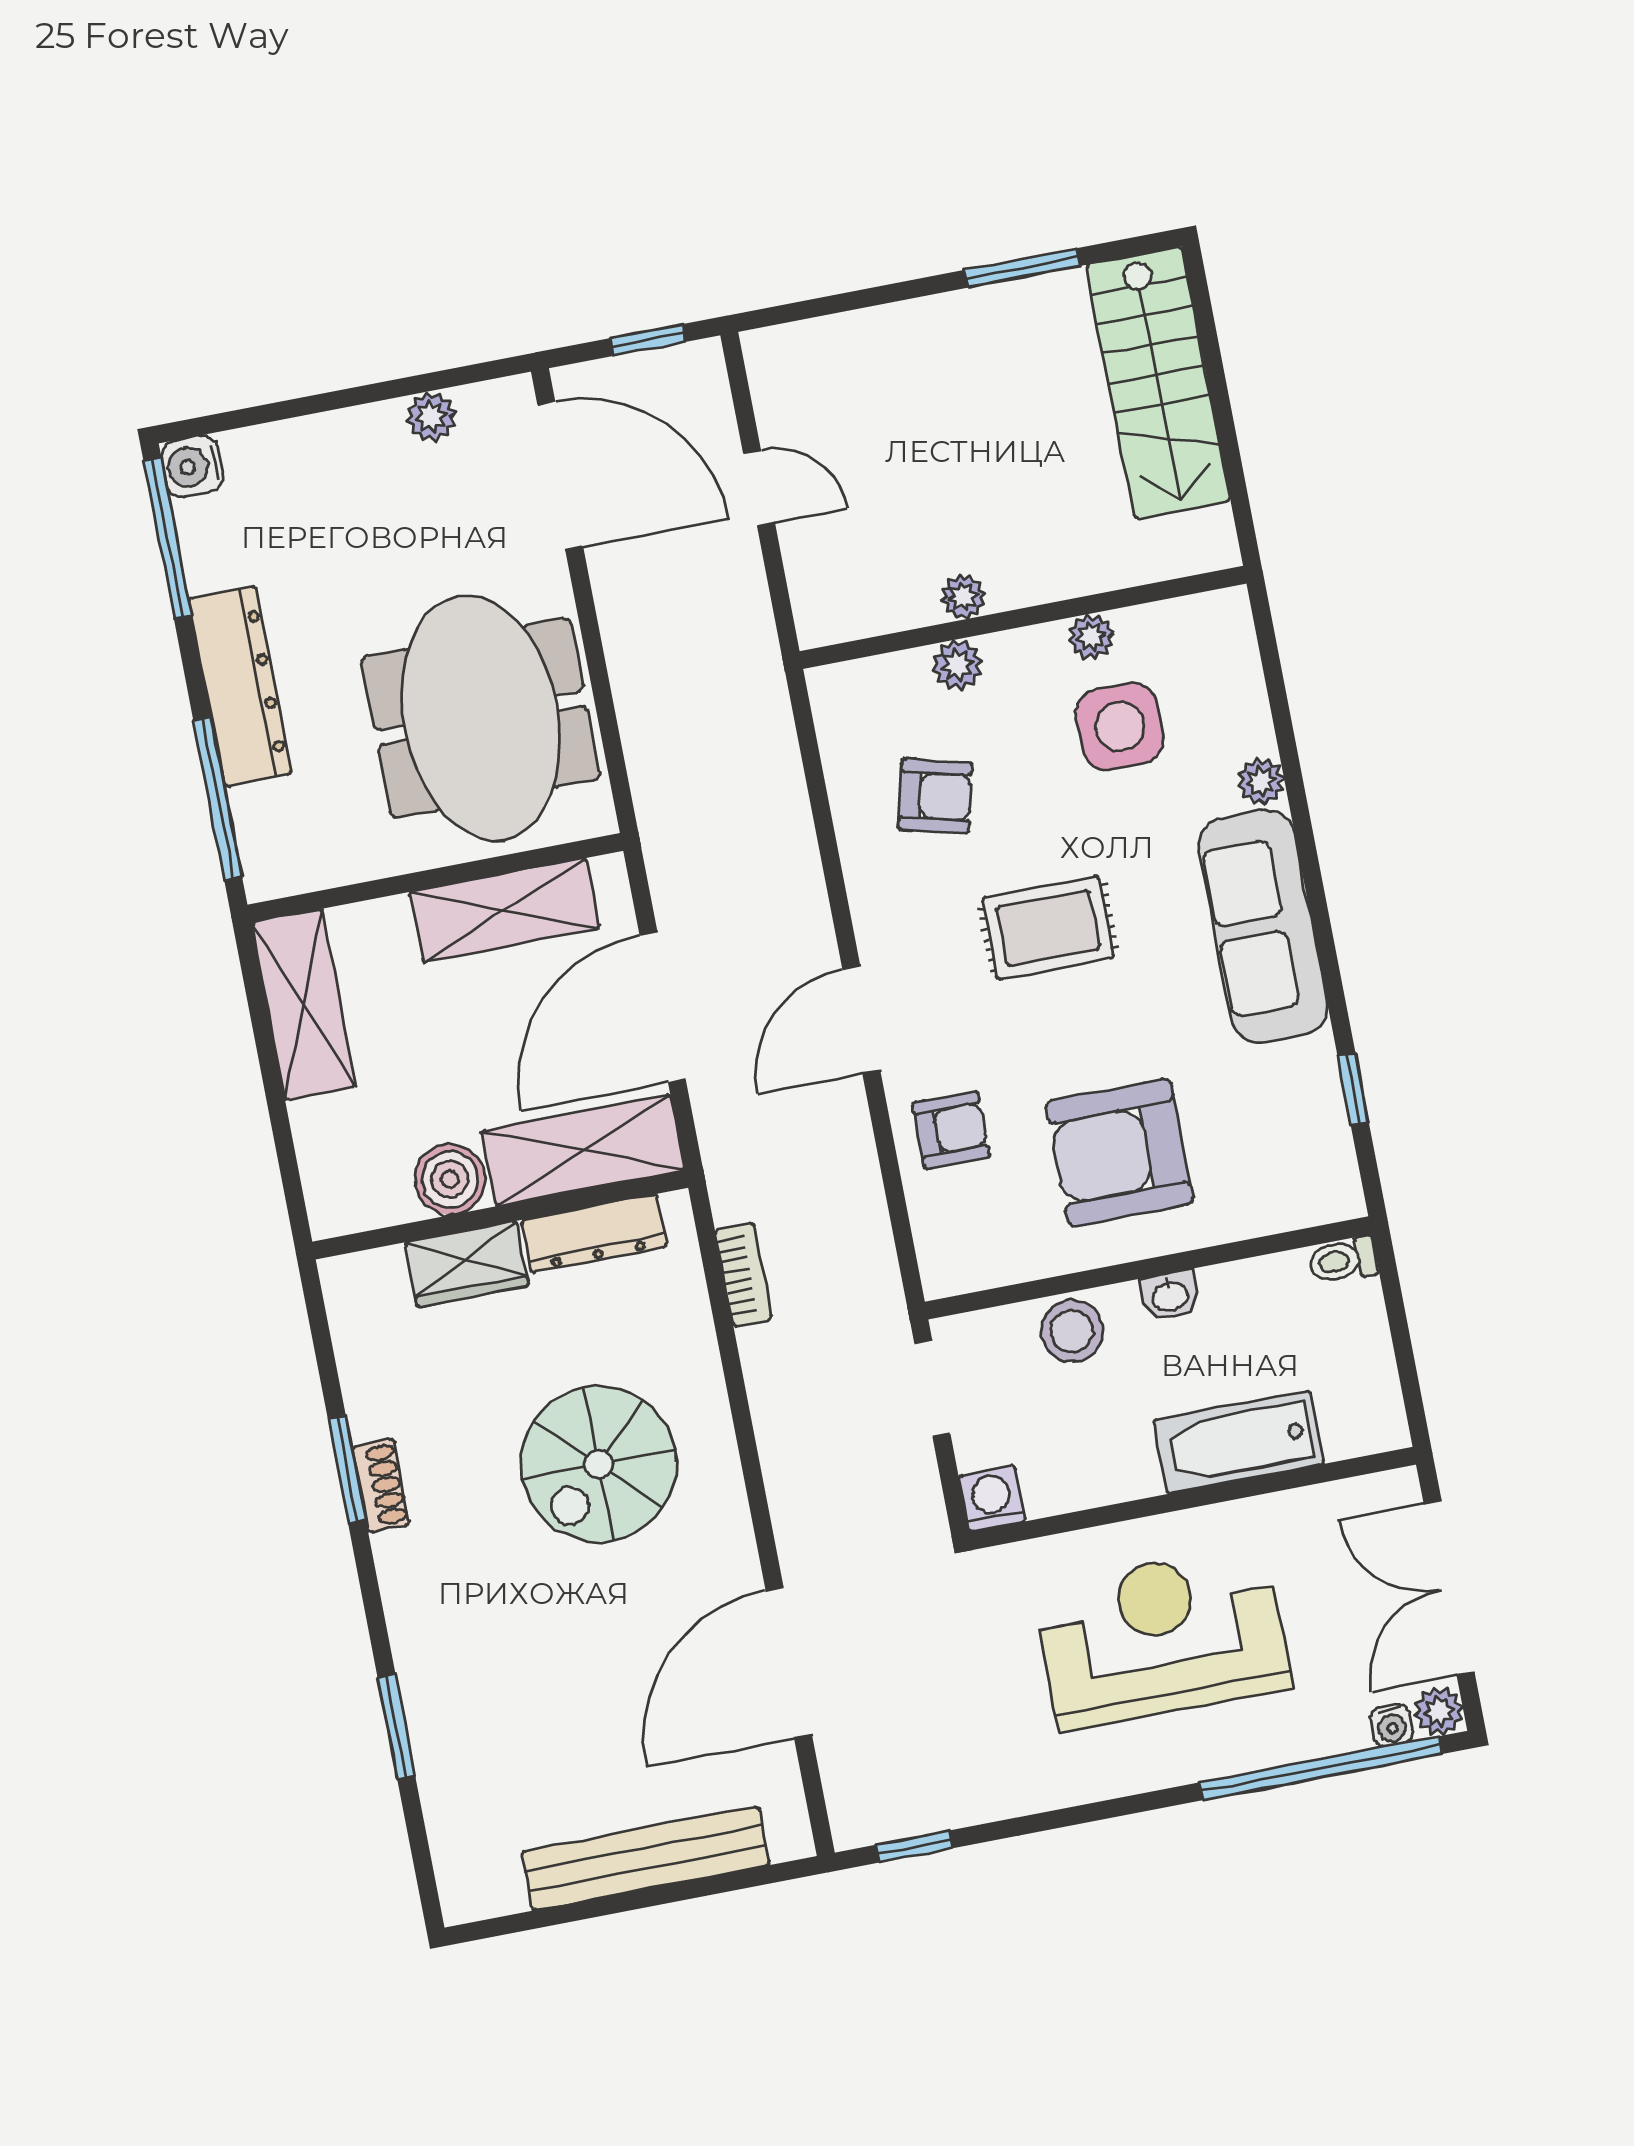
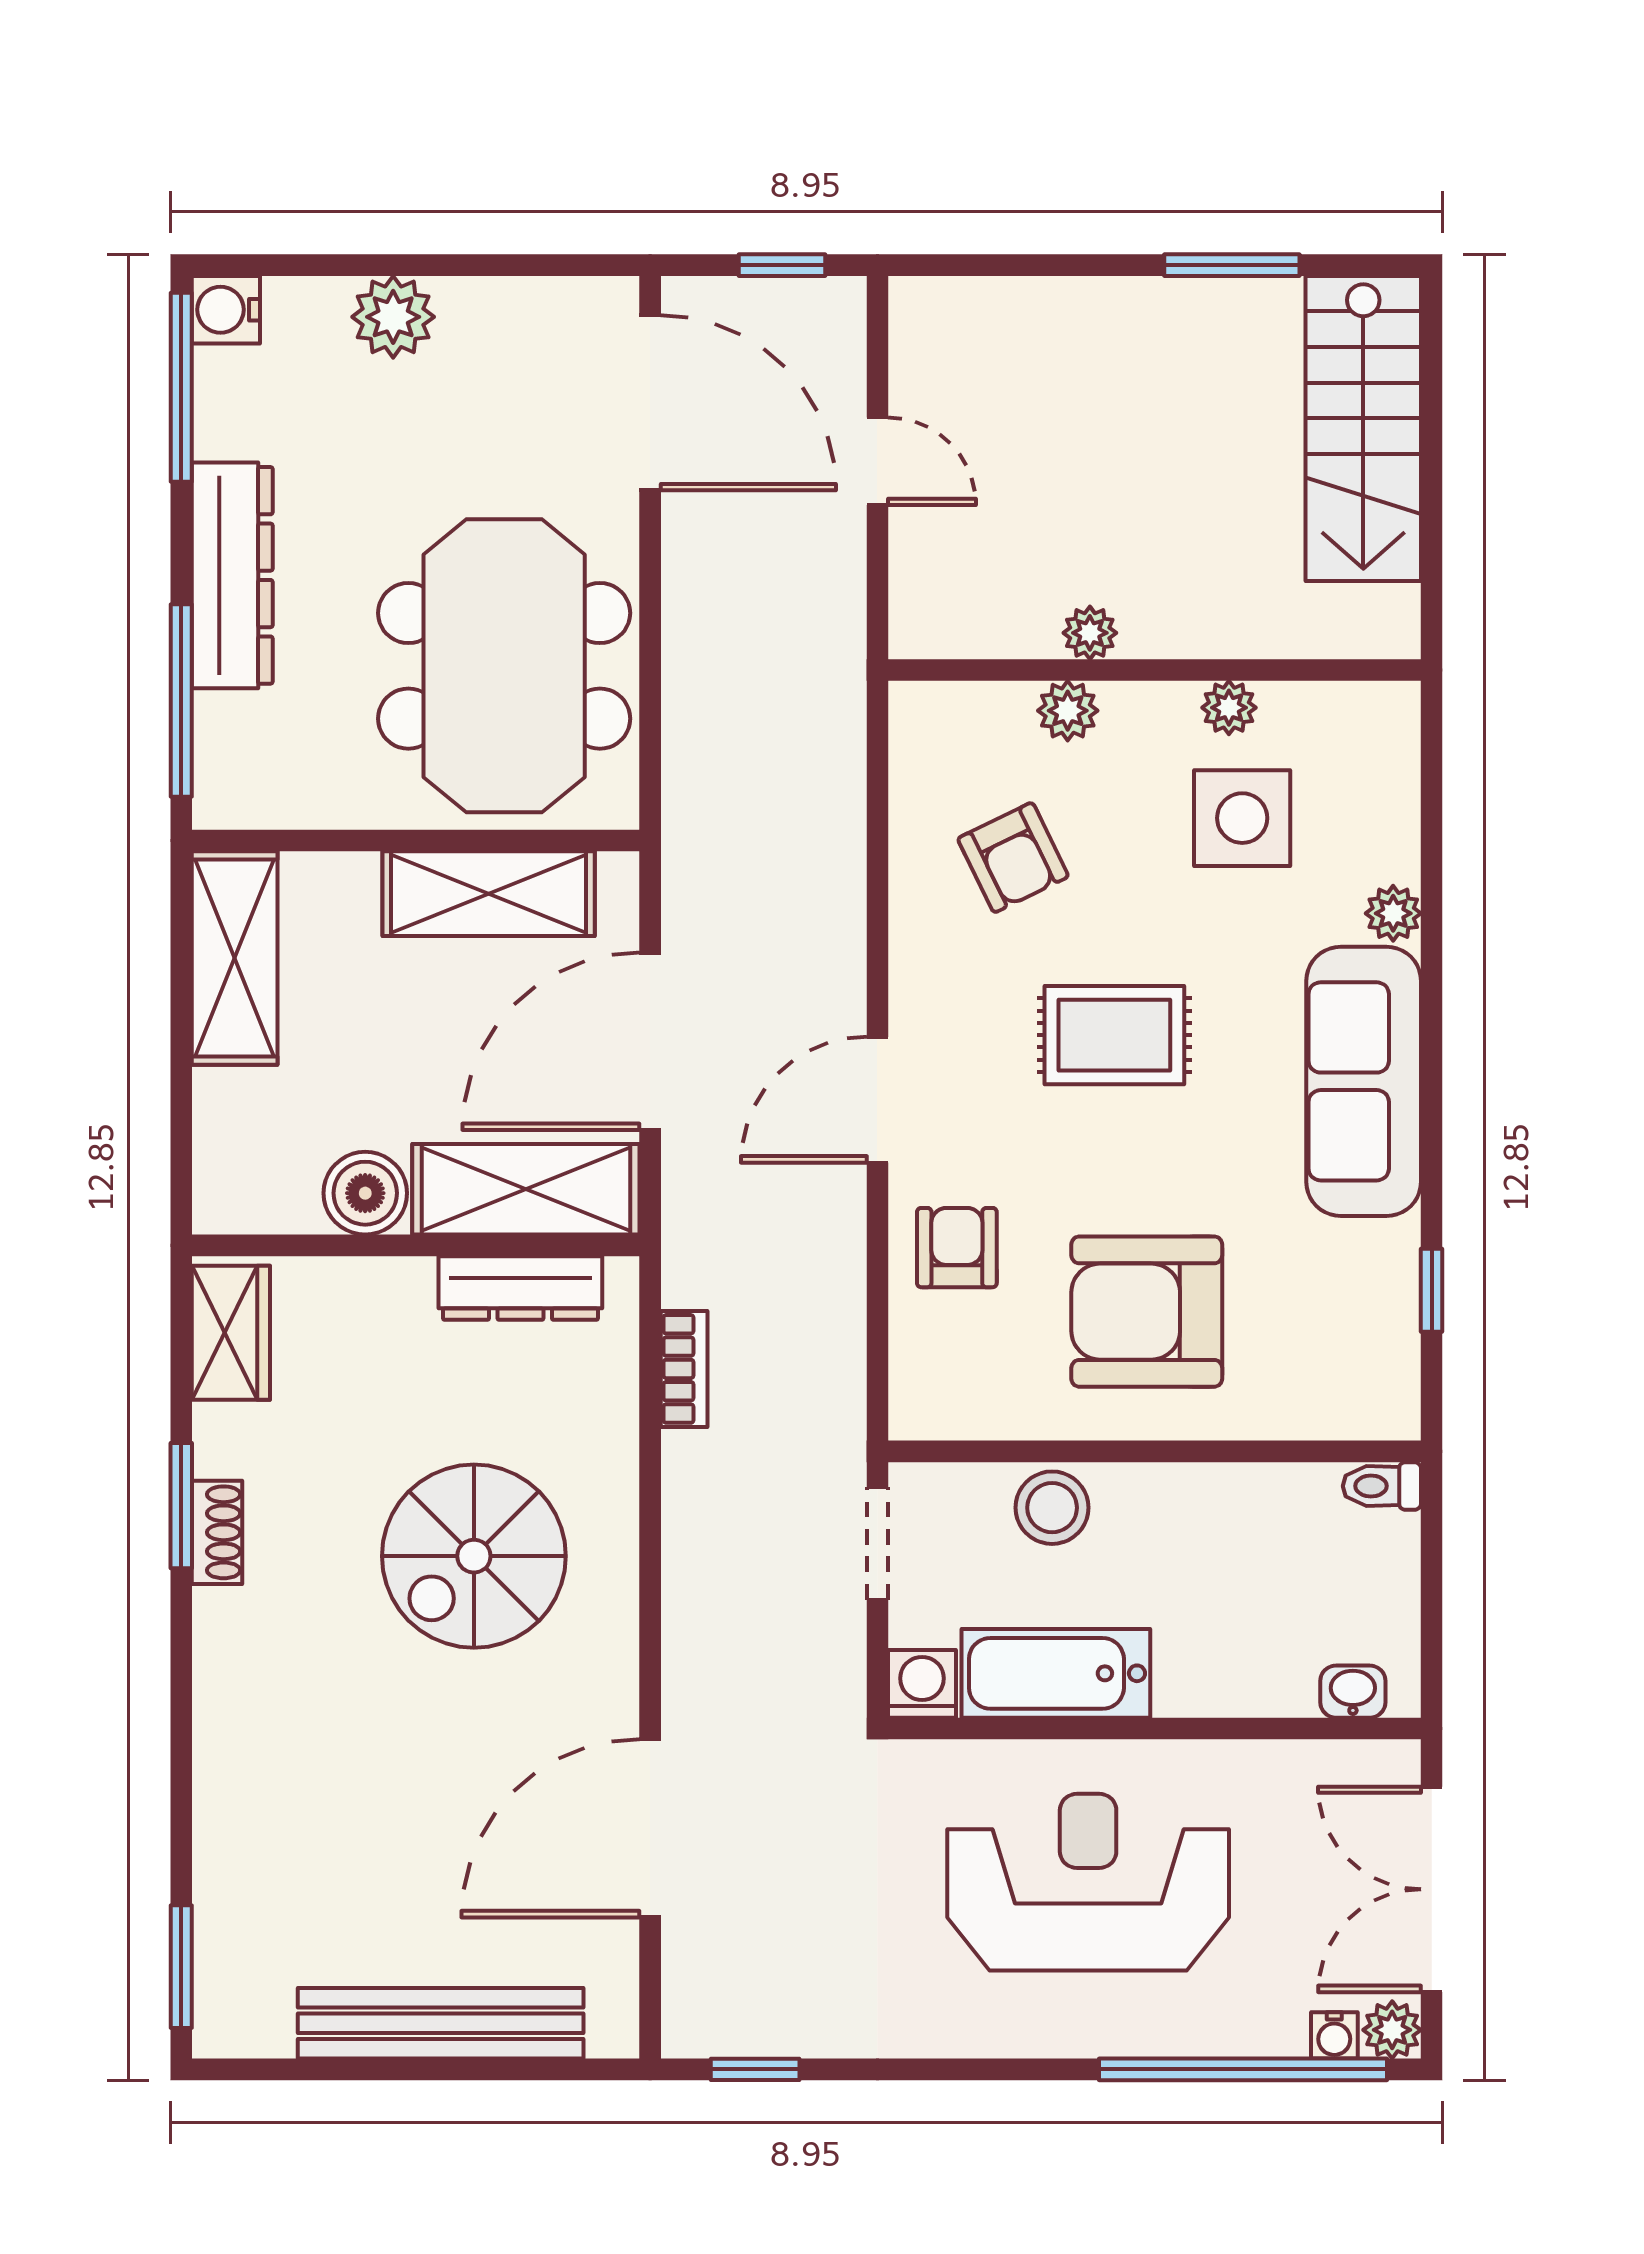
plant: (431, 417) -> (393, 317), moved, width x1.38, depth x1.38
armchair: (935, 796) -> (1013, 858), turned 50
armchair: (951, 1130) -> (957, 1248), turned -90
wardrobe: (467, 1264) -> (231, 1333), moved, turned -90
washbasin: (1170, 1296) -> (1353, 1692), moved, turned 180
bathtub: (1239, 1442) -> (1056, 1673), moved
window: (396, 1727) -> (181, 1967), moved

